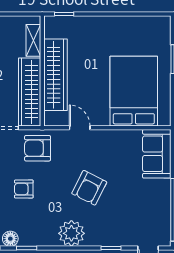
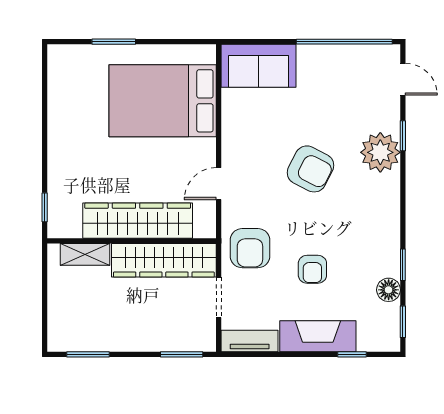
plant: (71, 233) -> (380, 152), moved

